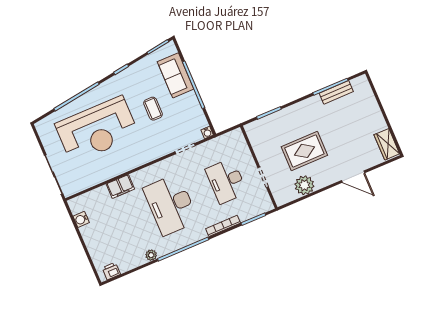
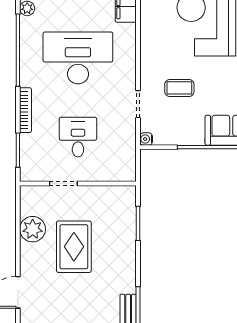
coffee table: (153, 109) -> (179, 88), moved
desk: (226, 181) -> (78, 137), width x0.73

